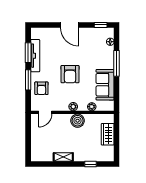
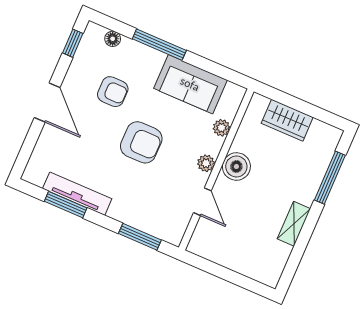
door: (70, 25) -> (47, 102), hinge flipped
window: (28, 80) -> (140, 237), moved
armchair: (41, 88) -> (113, 92), moved
door: (45, 112) -> (202, 202), moved
window: (90, 164) -> (330, 178), width x2.17

